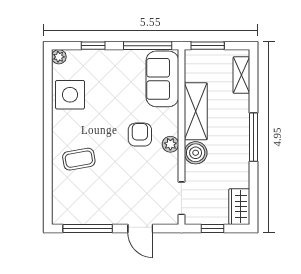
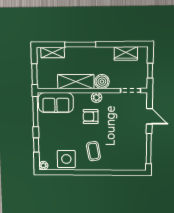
window: (254, 137) -> (80, 45), moved
coffee table: (79, 159) -> (93, 151), moved
wardrobe: (239, 207) -> (126, 53), moved
door: (140, 228) -> (149, 116), hinge flipped

